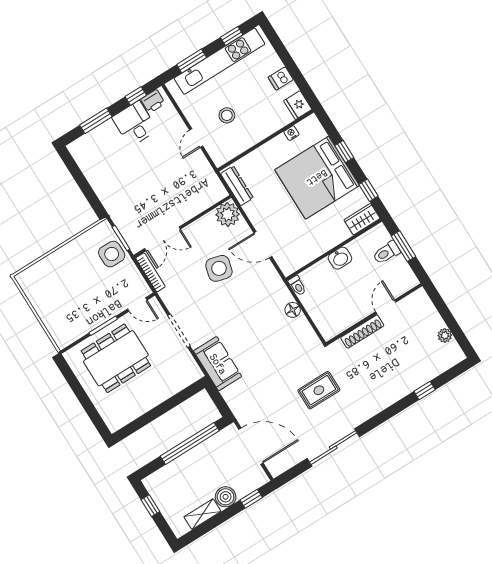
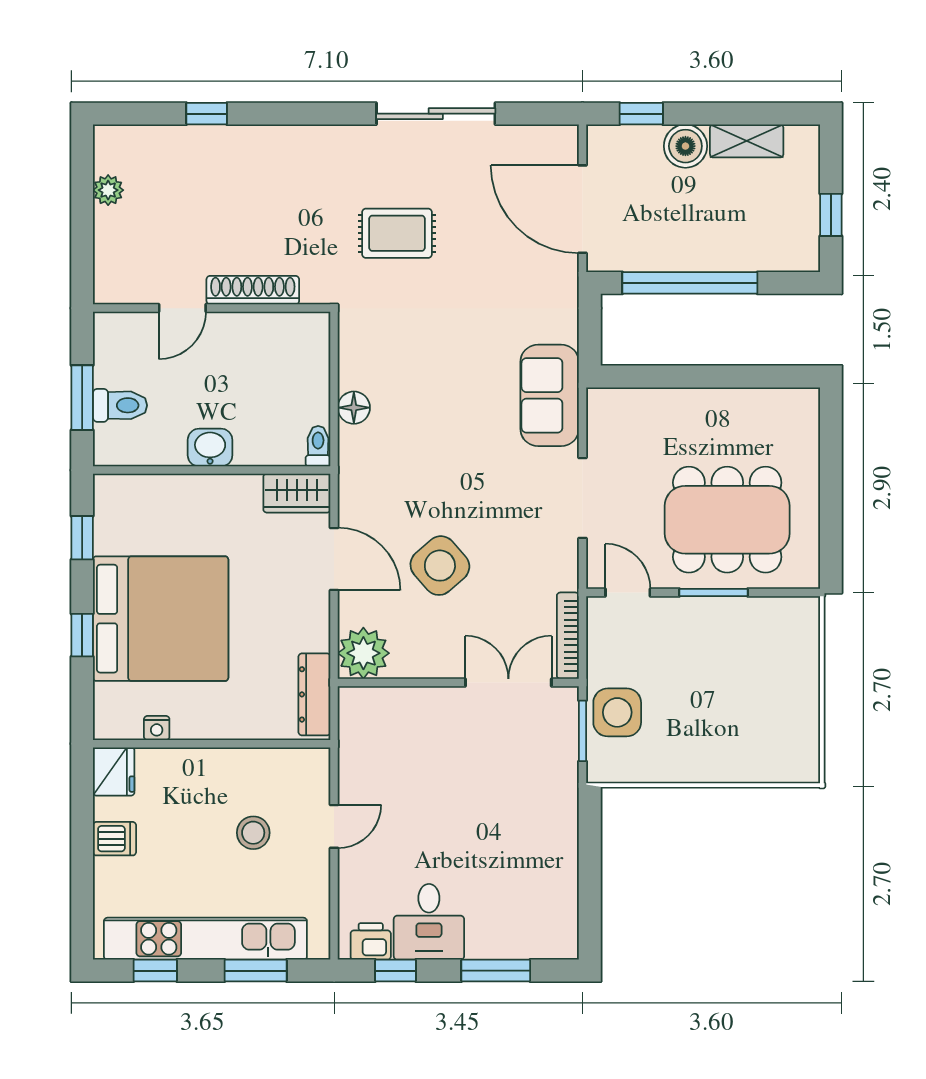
wardrobe: (362, 219) -> (297, 493), moved
side table: (219, 268) -> (440, 566), turned 34

